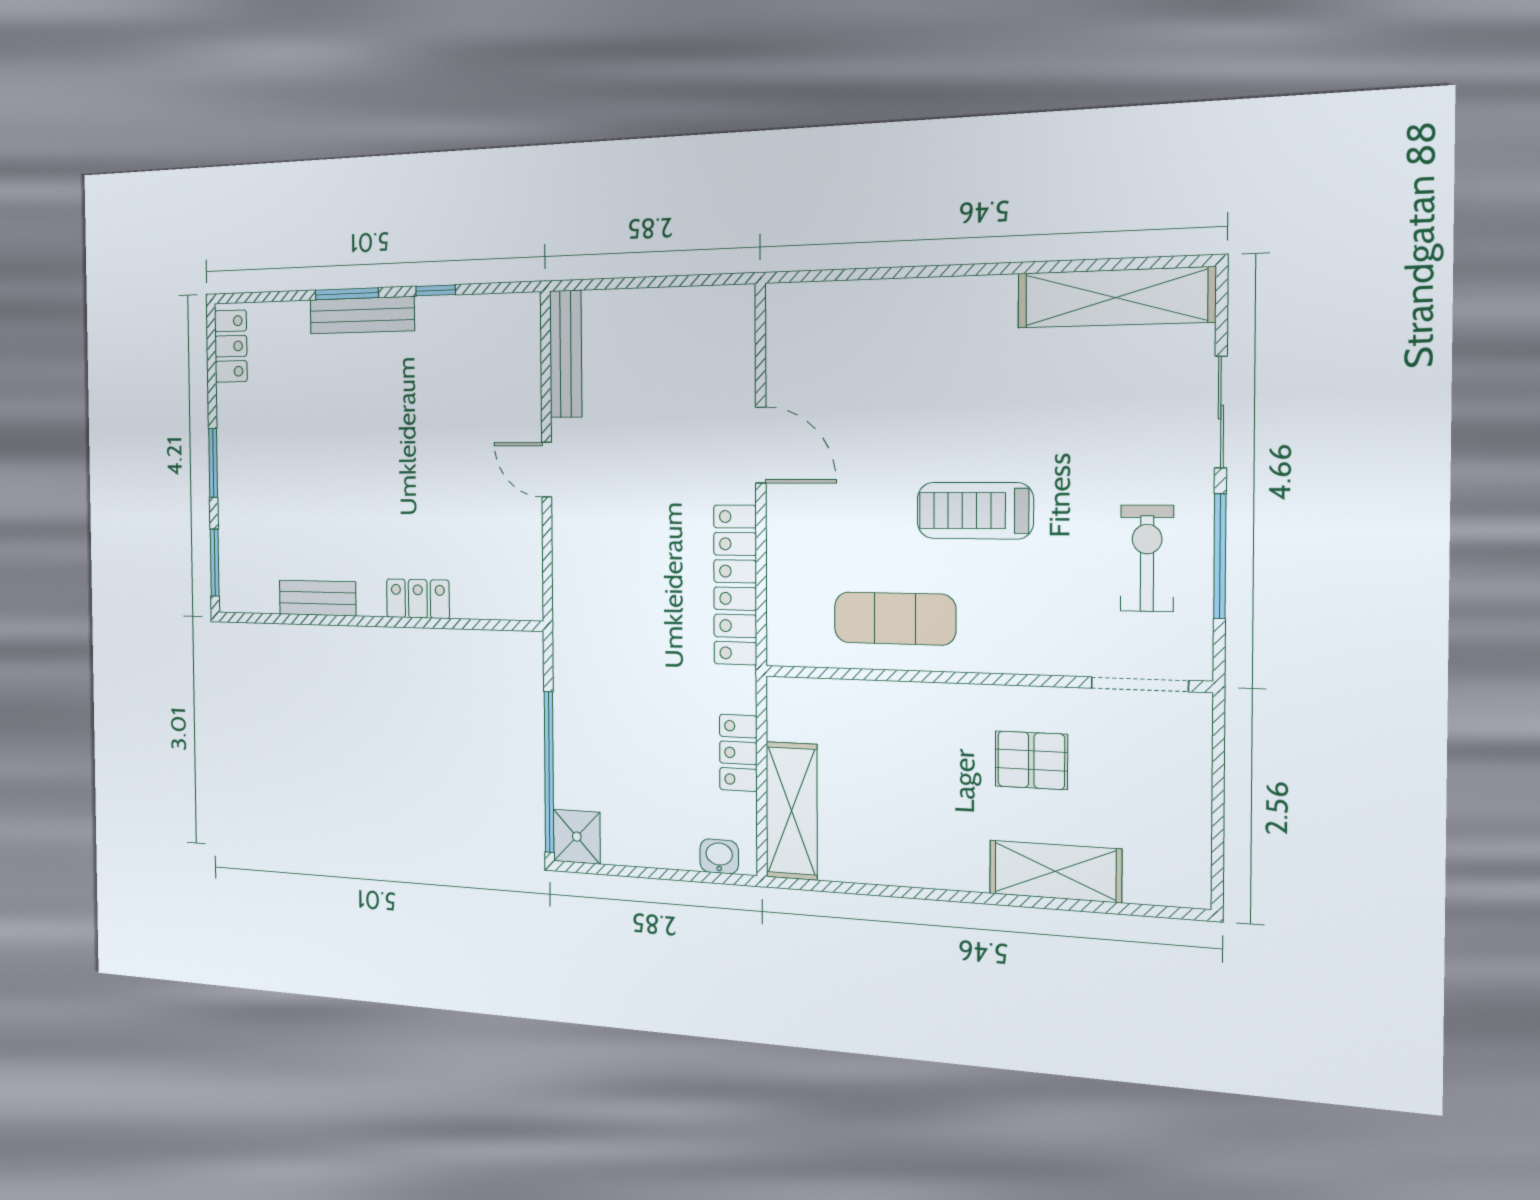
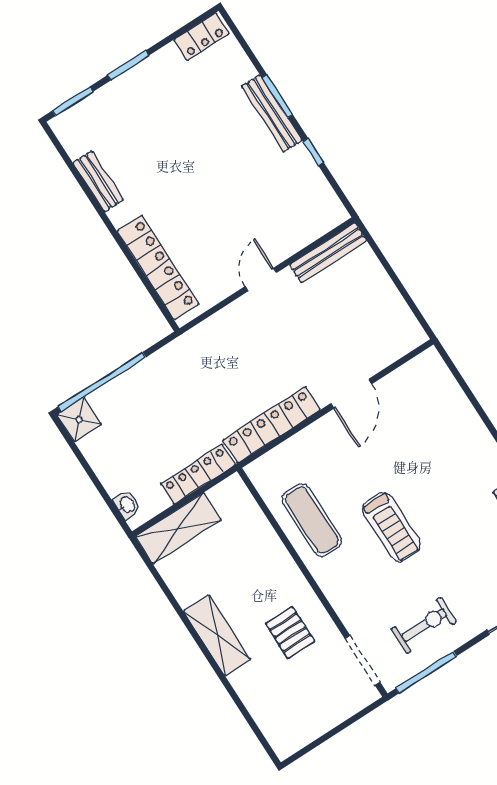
treadmill: (975, 511) -> (391, 527), turned 180
window: (1220, 556) -> (426, 672), moved
locker: (418, 599) -> (158, 267), width x2.16, depth x1.21
locker: (738, 753) -> (198, 474), width x1.53
shelving: (1055, 871) -> (217, 635), moved

